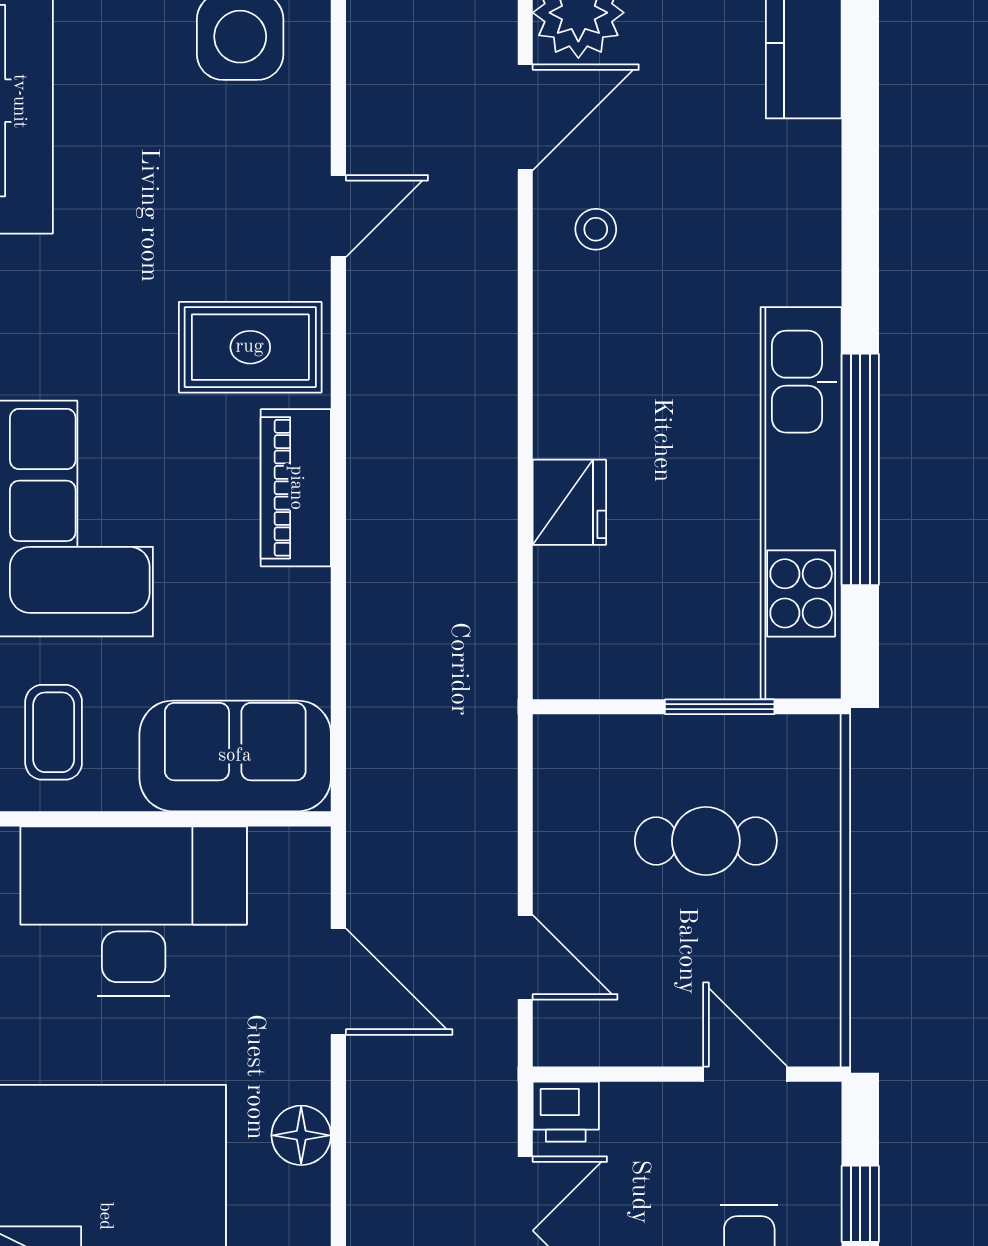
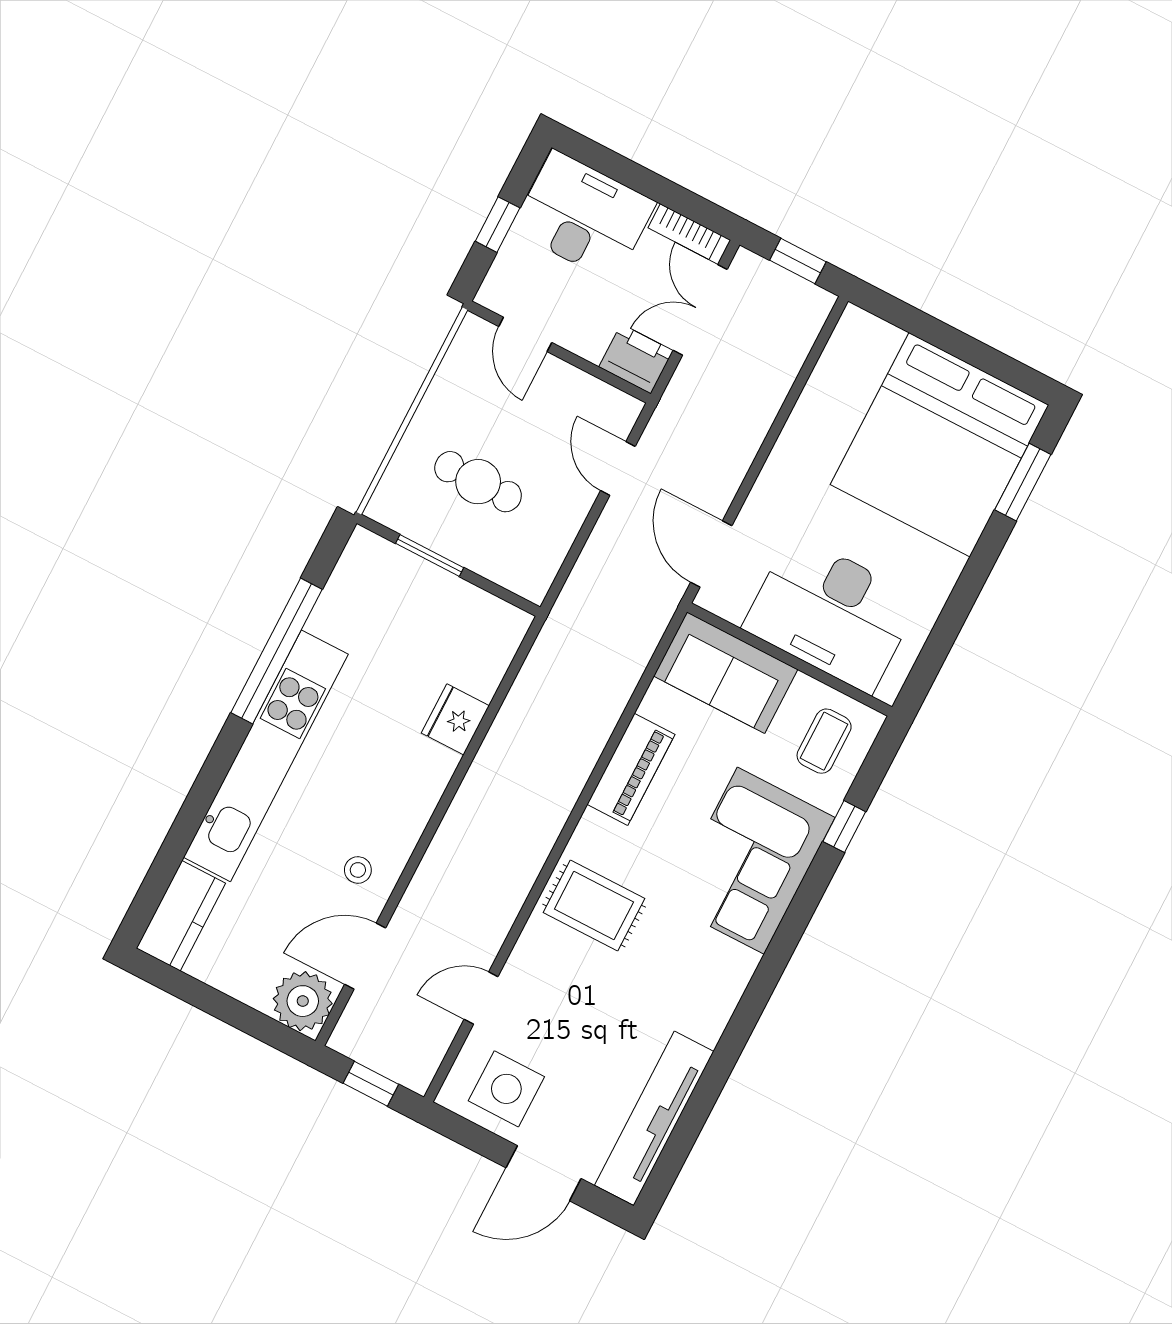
door: (338, 216) -> (481, 998), moved
piano: (296, 488) -> (631, 769), moved
kitchen unit: (801, 503) -> (266, 756), moved
door: (338, 982) -> (711, 554), moved
printer: (566, 1112) -> (636, 359), width x1.36, depth x1.24
floor lamp: (301, 1135) -> (802, 433), removed

